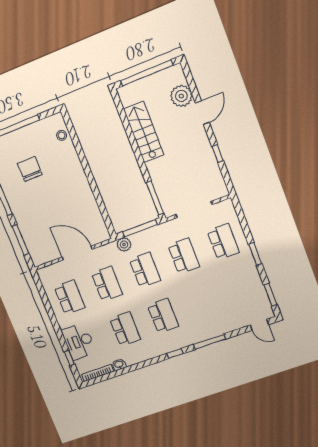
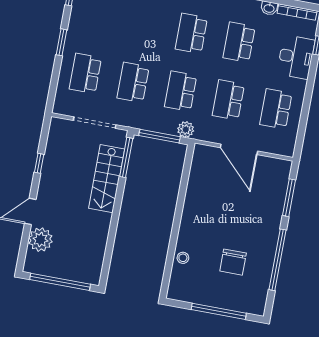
stairs: (144, 132) -> (107, 179), moved
stool: (62, 135) -> (183, 258), moved

